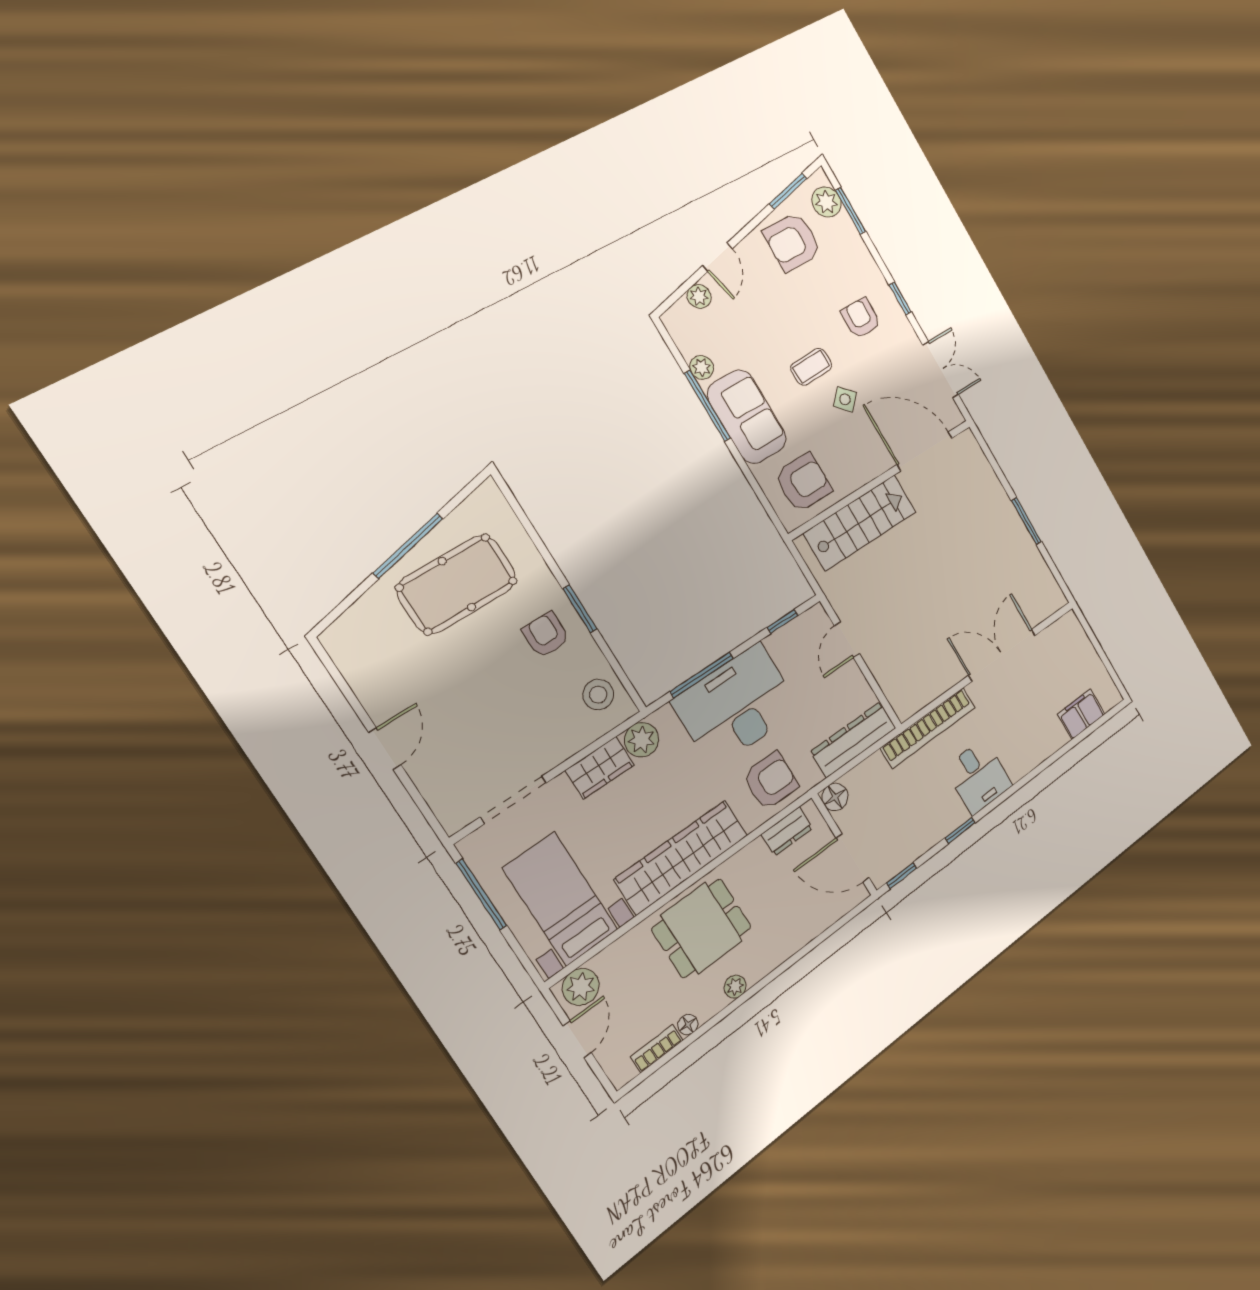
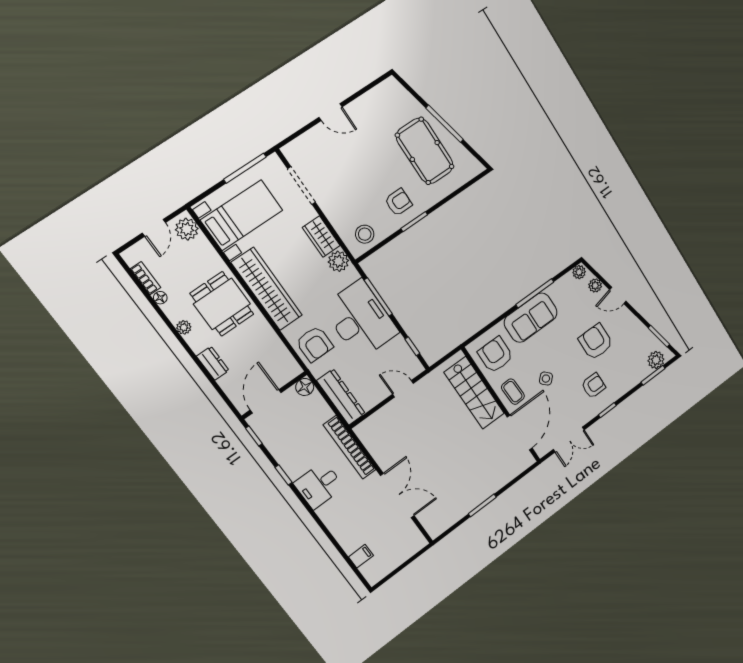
armchair: (792, 242) -> (596, 342), moved
plant: (702, 367) -> (579, 272), moved
coffee table: (811, 367) -> (513, 392), moved
armchair: (803, 483) -> (495, 355), turned 180
filing cabinet: (1081, 714) -> (361, 556), width x0.50
dresser: (787, 831) -> (213, 363), moved, turned 180
door: (577, 1039) -> (154, 228), hinge flipped

